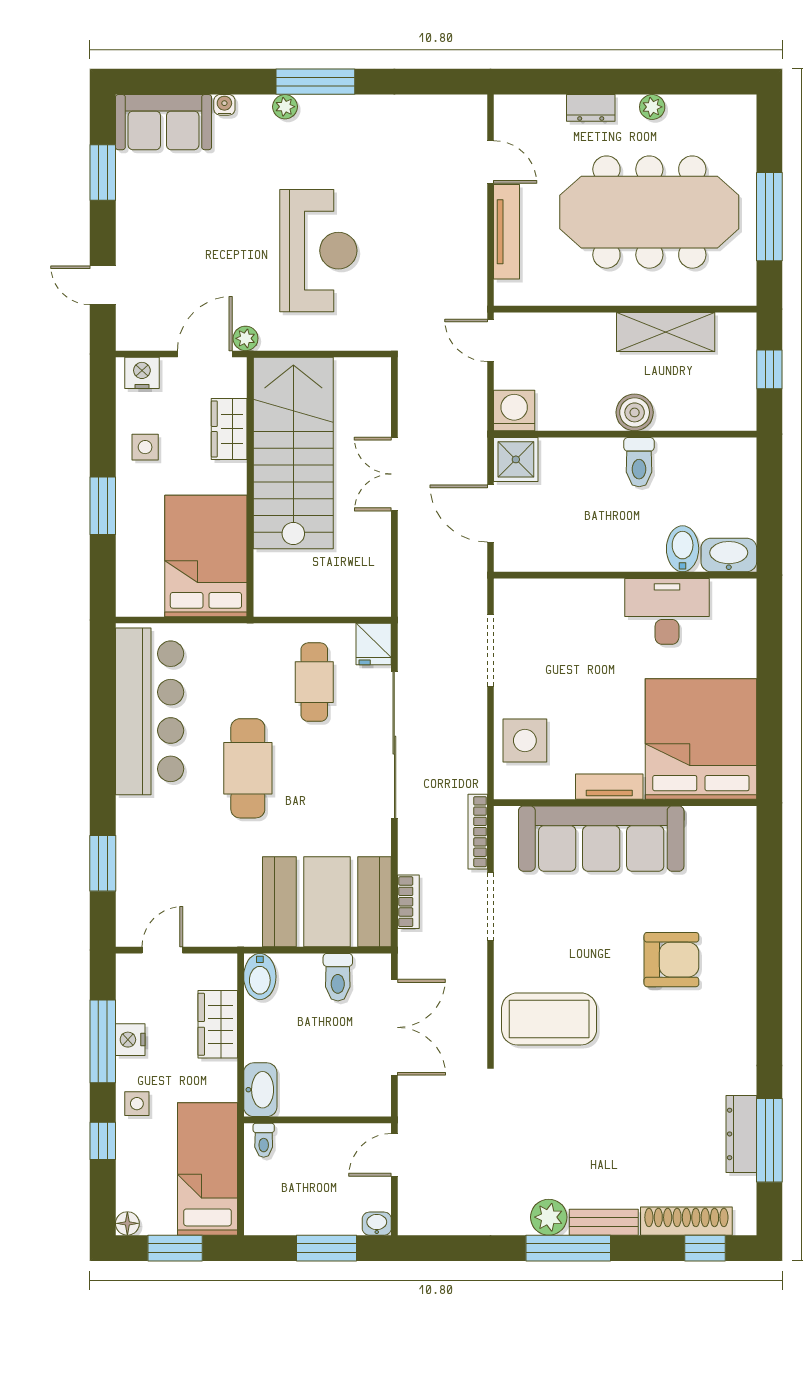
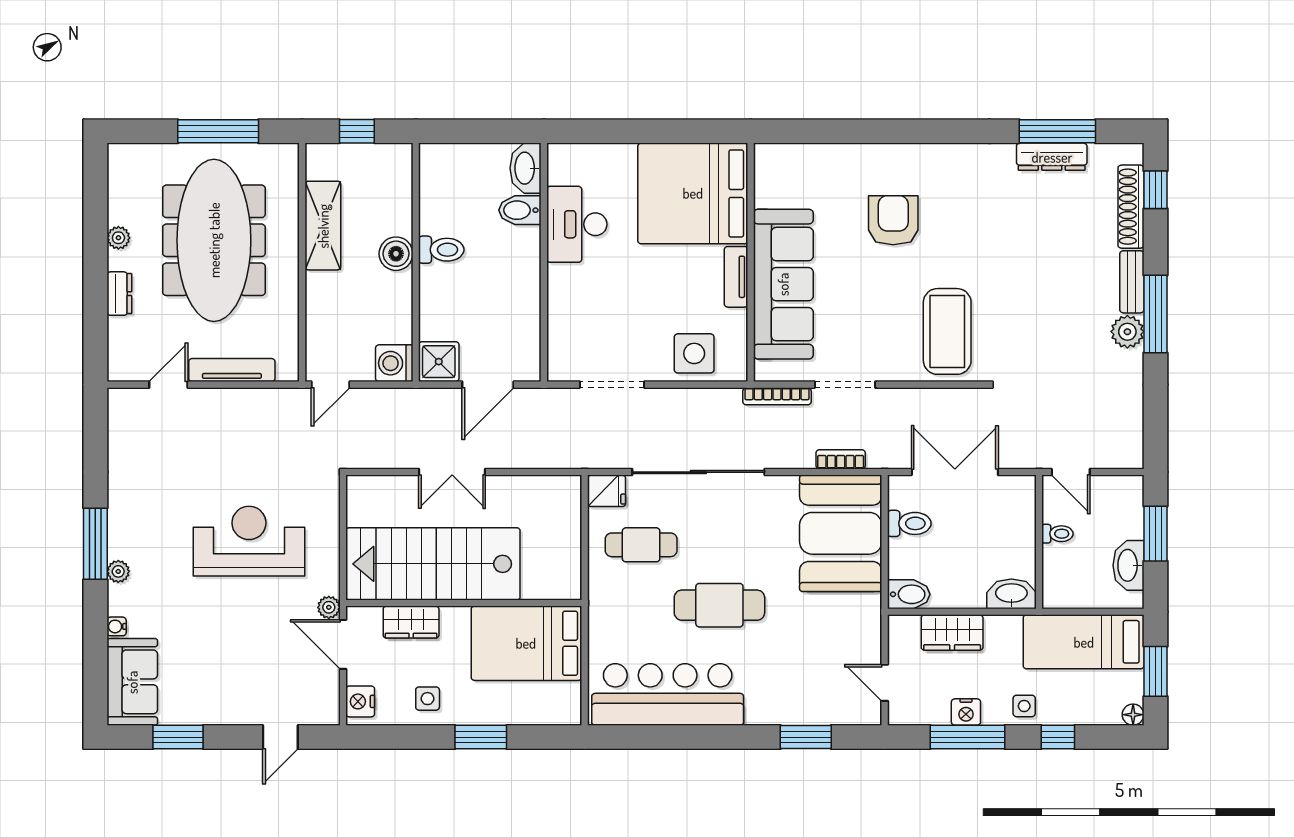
toilet: (264, 1140) -> (1057, 534), moved
washbasin: (377, 1224) -> (1128, 565), moved, width x1.91, depth x1.45

